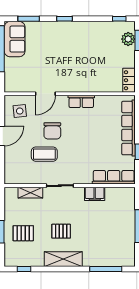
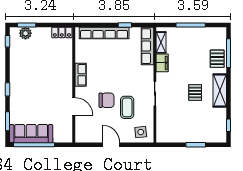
sofa: (15, 39) -> (31, 134), width x1.36
side table: (20, 111) -> (141, 132), moved
shelving: (30, 193) -> (161, 42), moved
pallet: (23, 233) -> (217, 59), moved

